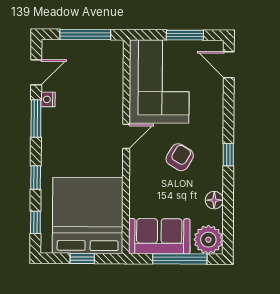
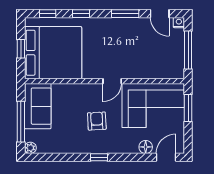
window: (185, 35) -> (188, 108), moved
nightstand: (48, 99) -> (179, 23), moved
door: (126, 136) -> (112, 81), hinge flipped
armchair: (180, 157) -> (97, 121), turned -124
floor lamp: (214, 200) -> (146, 147), moved
plant: (208, 240) -> (30, 148), width x0.53, depth x0.53

